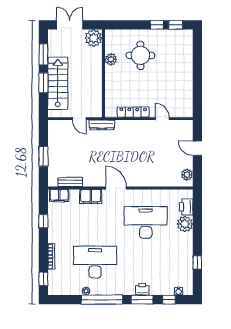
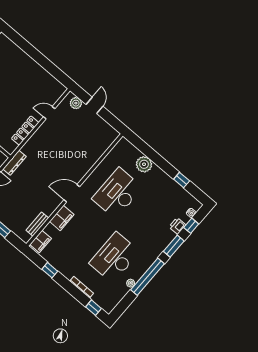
door: (197, 148) -> (94, 105), swing flipped
plant: (187, 175) -> (76, 103), moved
printer: (186, 207) -> (132, 152), removed
printer: (142, 289) -> (177, 226), moved

